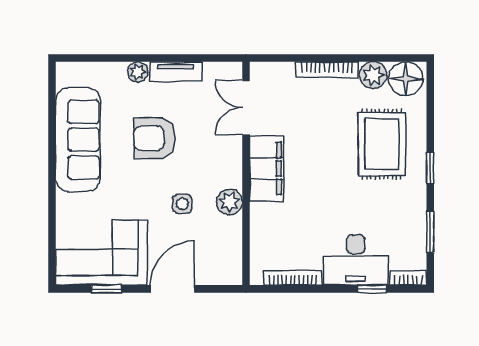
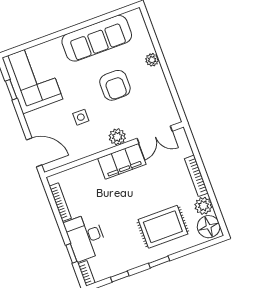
tv unit: (176, 72) -> (161, 83), removed
double door: (246, 108) -> (155, 135), swing flipped
armchair: (155, 138) -> (115, 85), turned 180
plant: (229, 202) -> (117, 137), moved
window: (430, 232) -> (120, 276), width x0.67
door: (172, 289) -> (34, 152), moved

